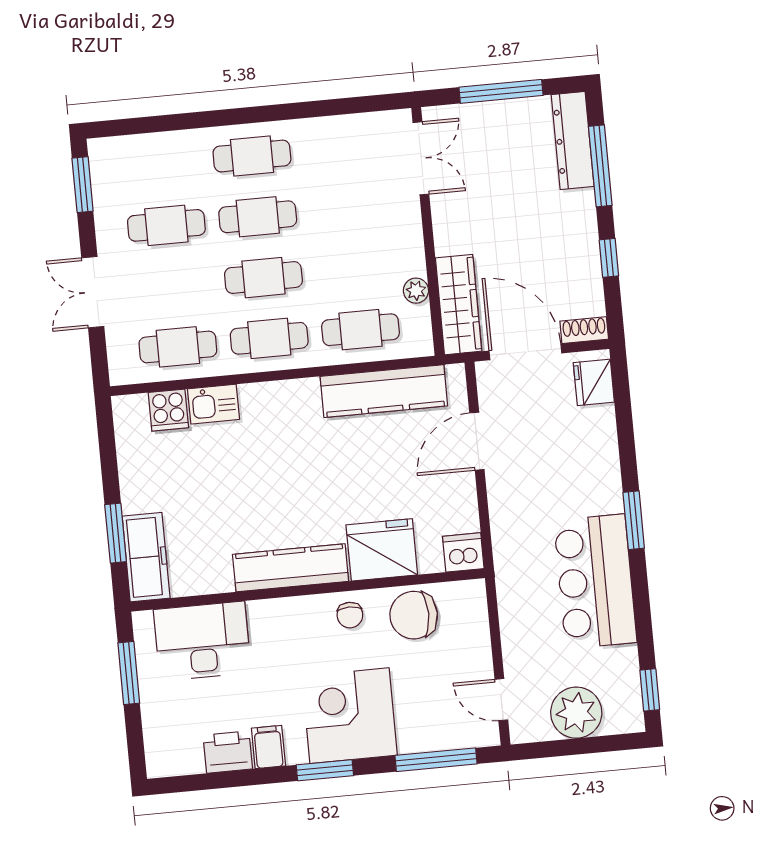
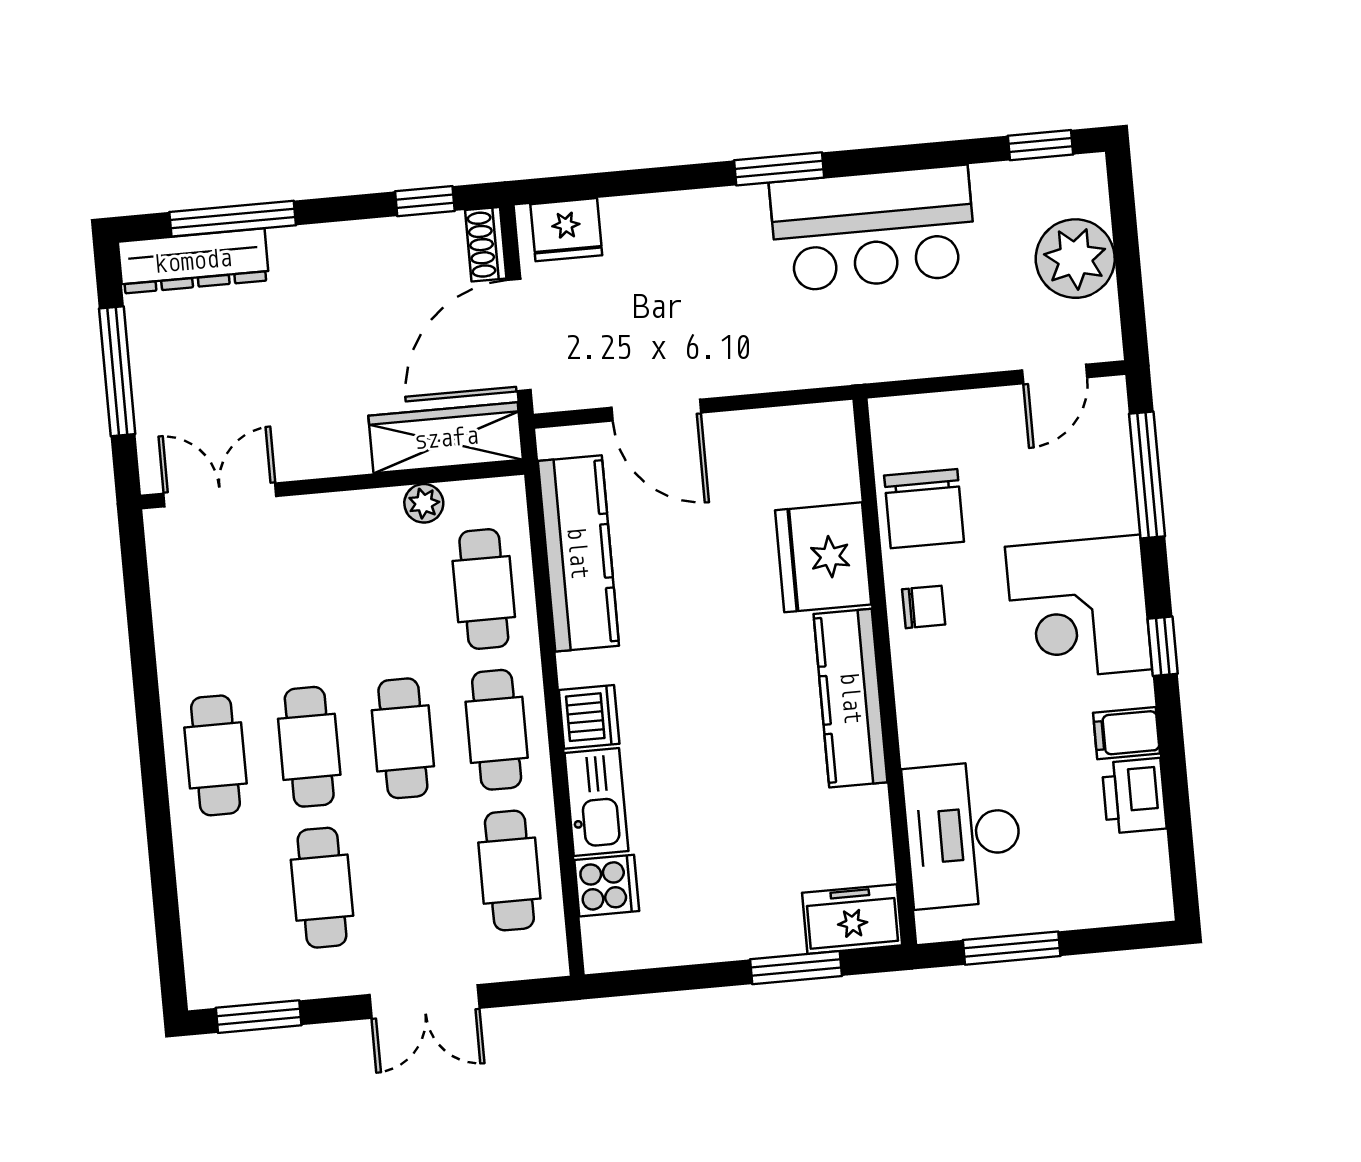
window: (609, 258) -> (425, 201), moved
kitchen sink: (213, 404) -> (596, 802), width x1.38
dishwasher: (463, 552) -> (589, 717), moved, turned 180
freezer: (146, 557) -> (852, 919), width x0.71
window: (325, 770) -> (1163, 646), width x0.67

